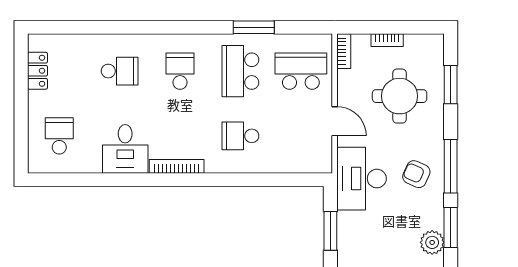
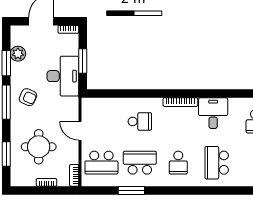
school desk: (120, 71) -> (217, 163), width x1.85
school desk: (240, 71) -> (140, 163), turned -90
desk: (361, 179) -> (63, 76), moved

